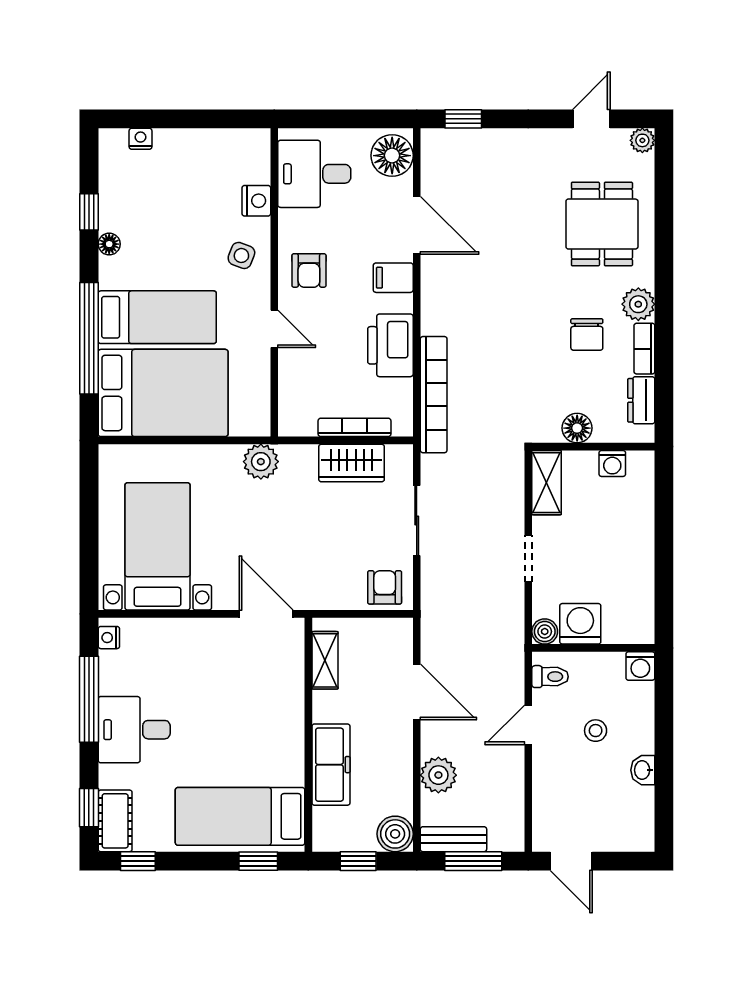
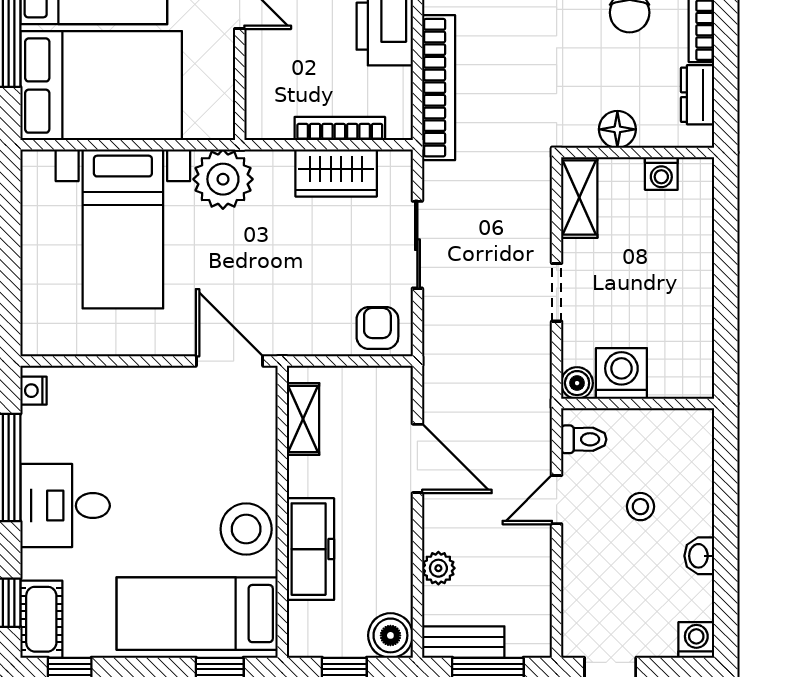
plant: (261, 462) -> (223, 179), width x1.36, depth x1.36
bed with nightstands: (157, 546) -> (123, 229), moved, turned 180
washing machine: (640, 666) -> (696, 640), moved, turned 180
stool: (279, 749) -> (246, 529), added
plant: (438, 775) -> (438, 568), width x0.73, depth x0.73

